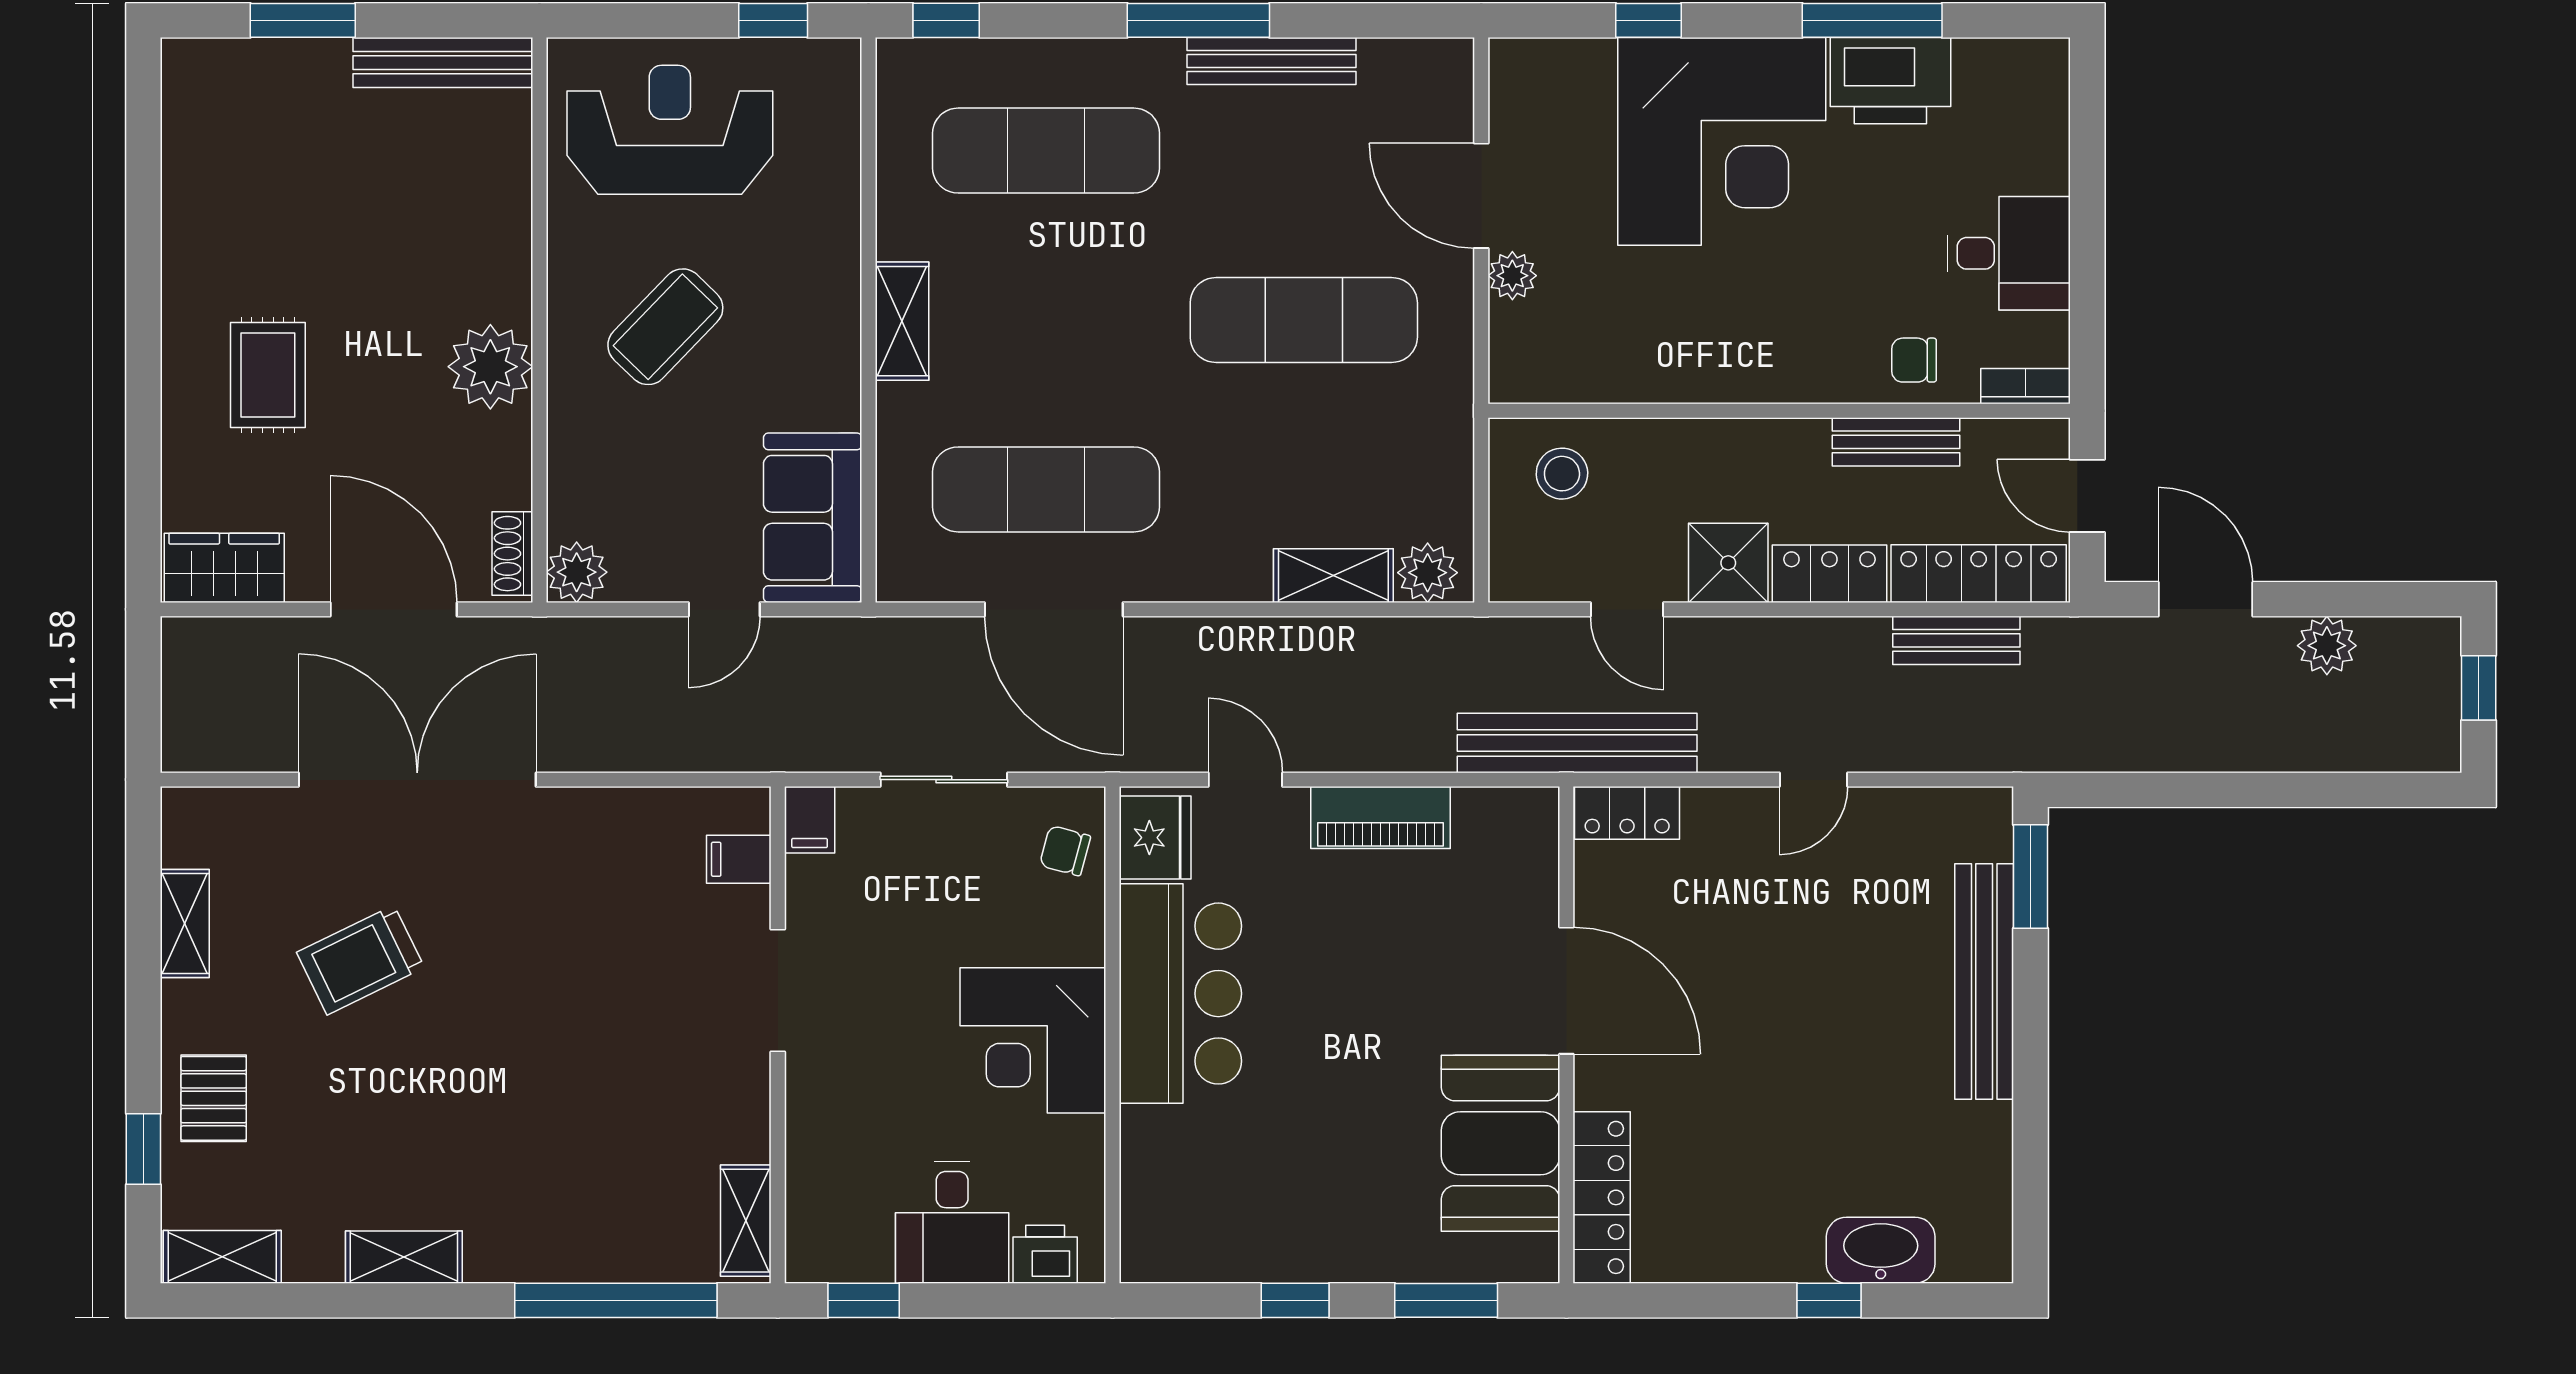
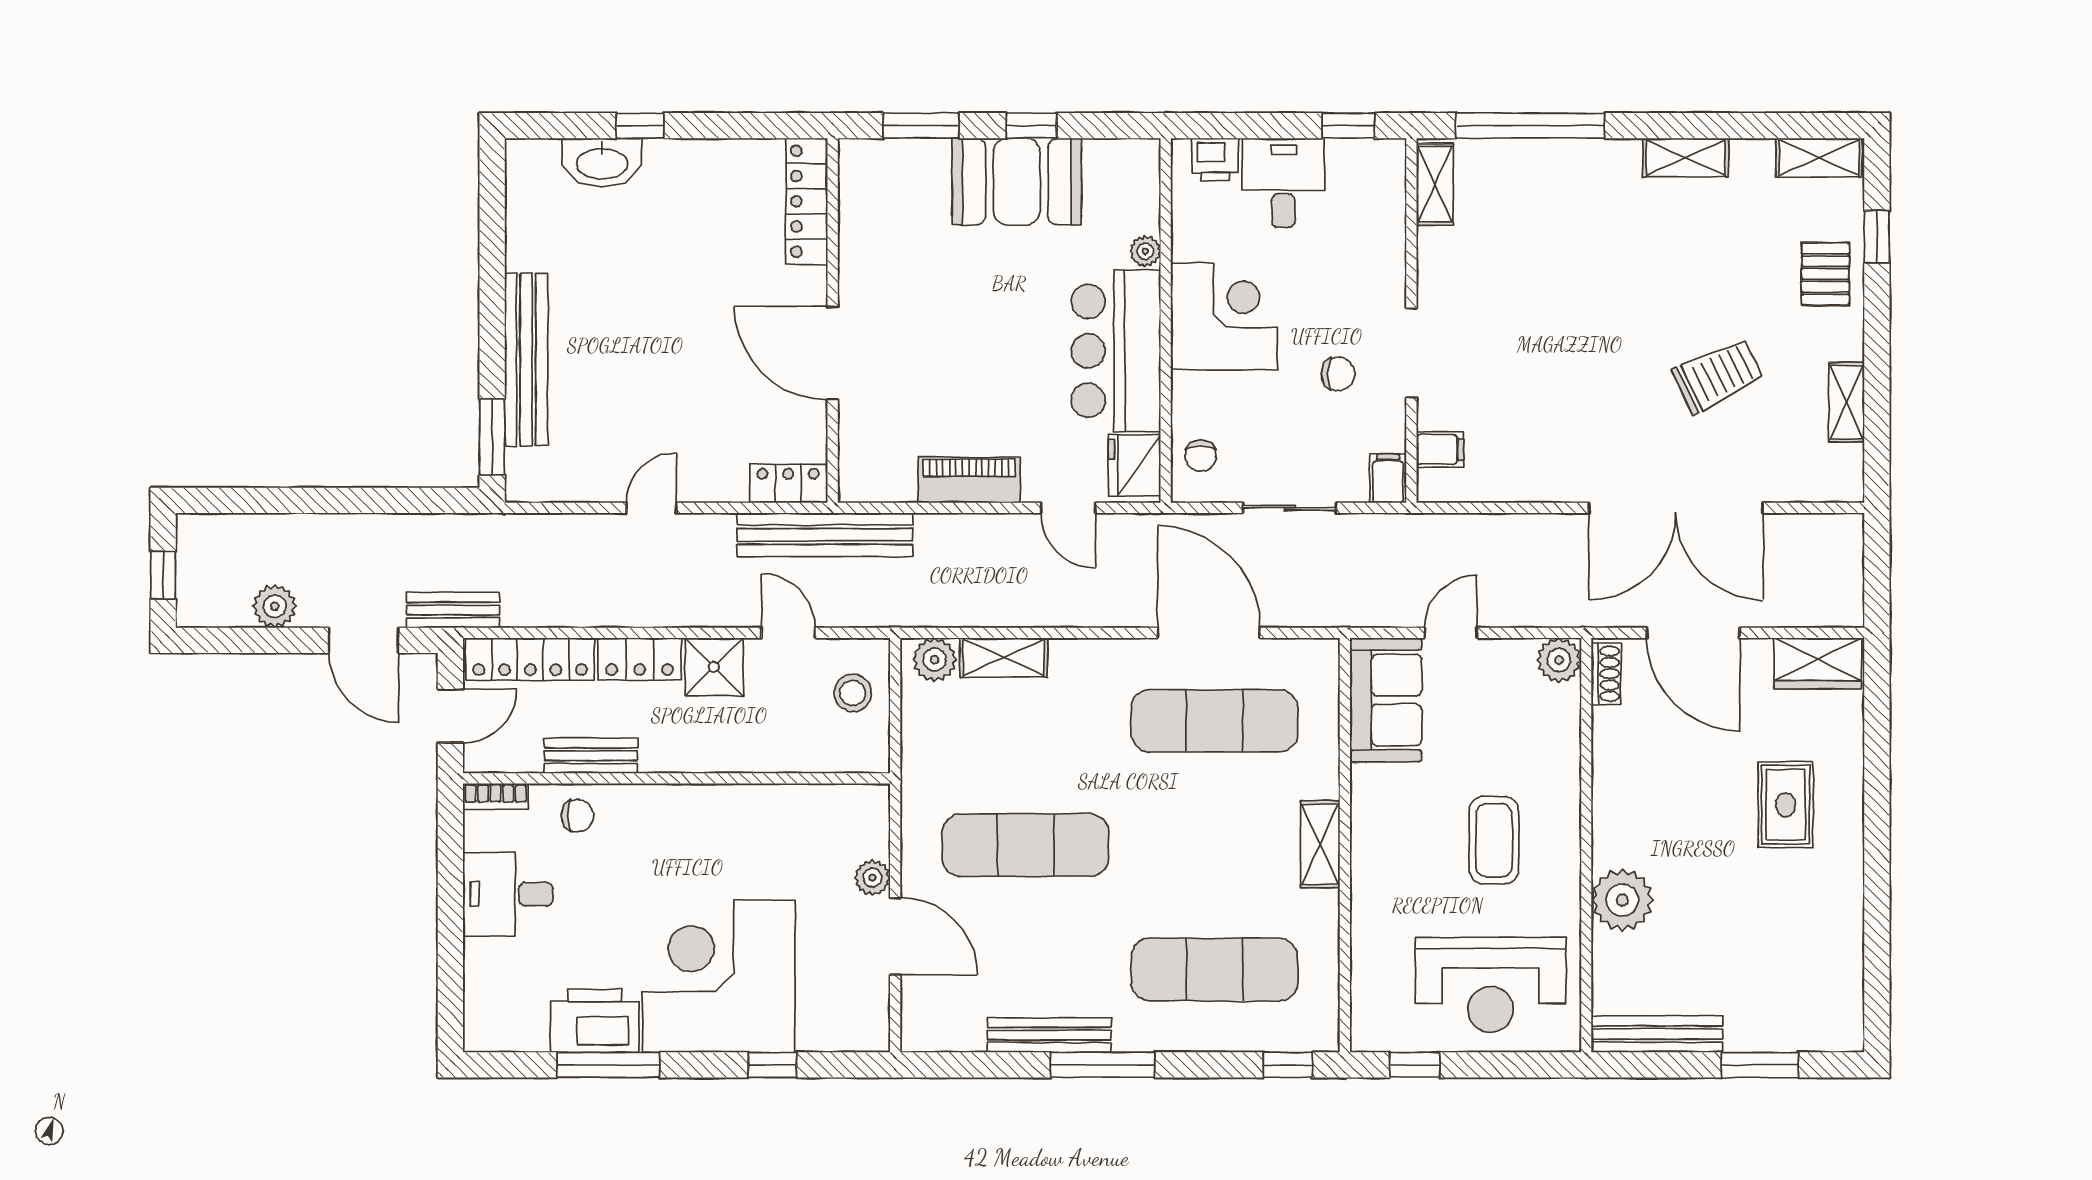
coffee table: (665, 327) -> (1494, 840), turned -44
plant: (490, 367) -> (1622, 900), moved
stool: (1562, 474) -> (853, 693), moved
door: (2087, 496) -> (450, 716), hinge flipped
bench: (1956, 640) -> (453, 610), moved
chair: (1065, 851) -> (1201, 456), turned 75
chair: (878, 962) -> (1338, 374), added
plant: (1141, 1129) -> (1145, 251), added
booth: (1501, 1143) -> (1017, 182), moved, turned 90

